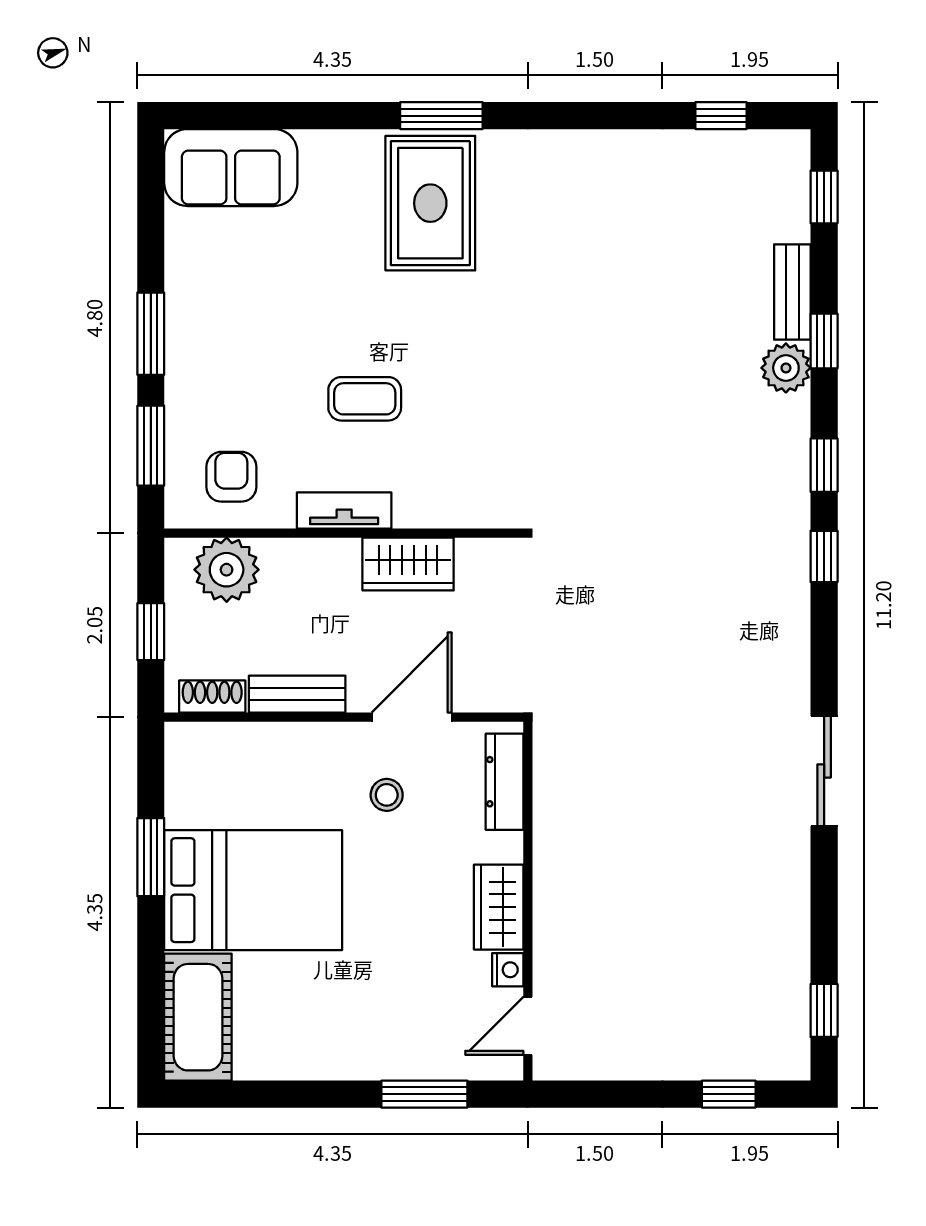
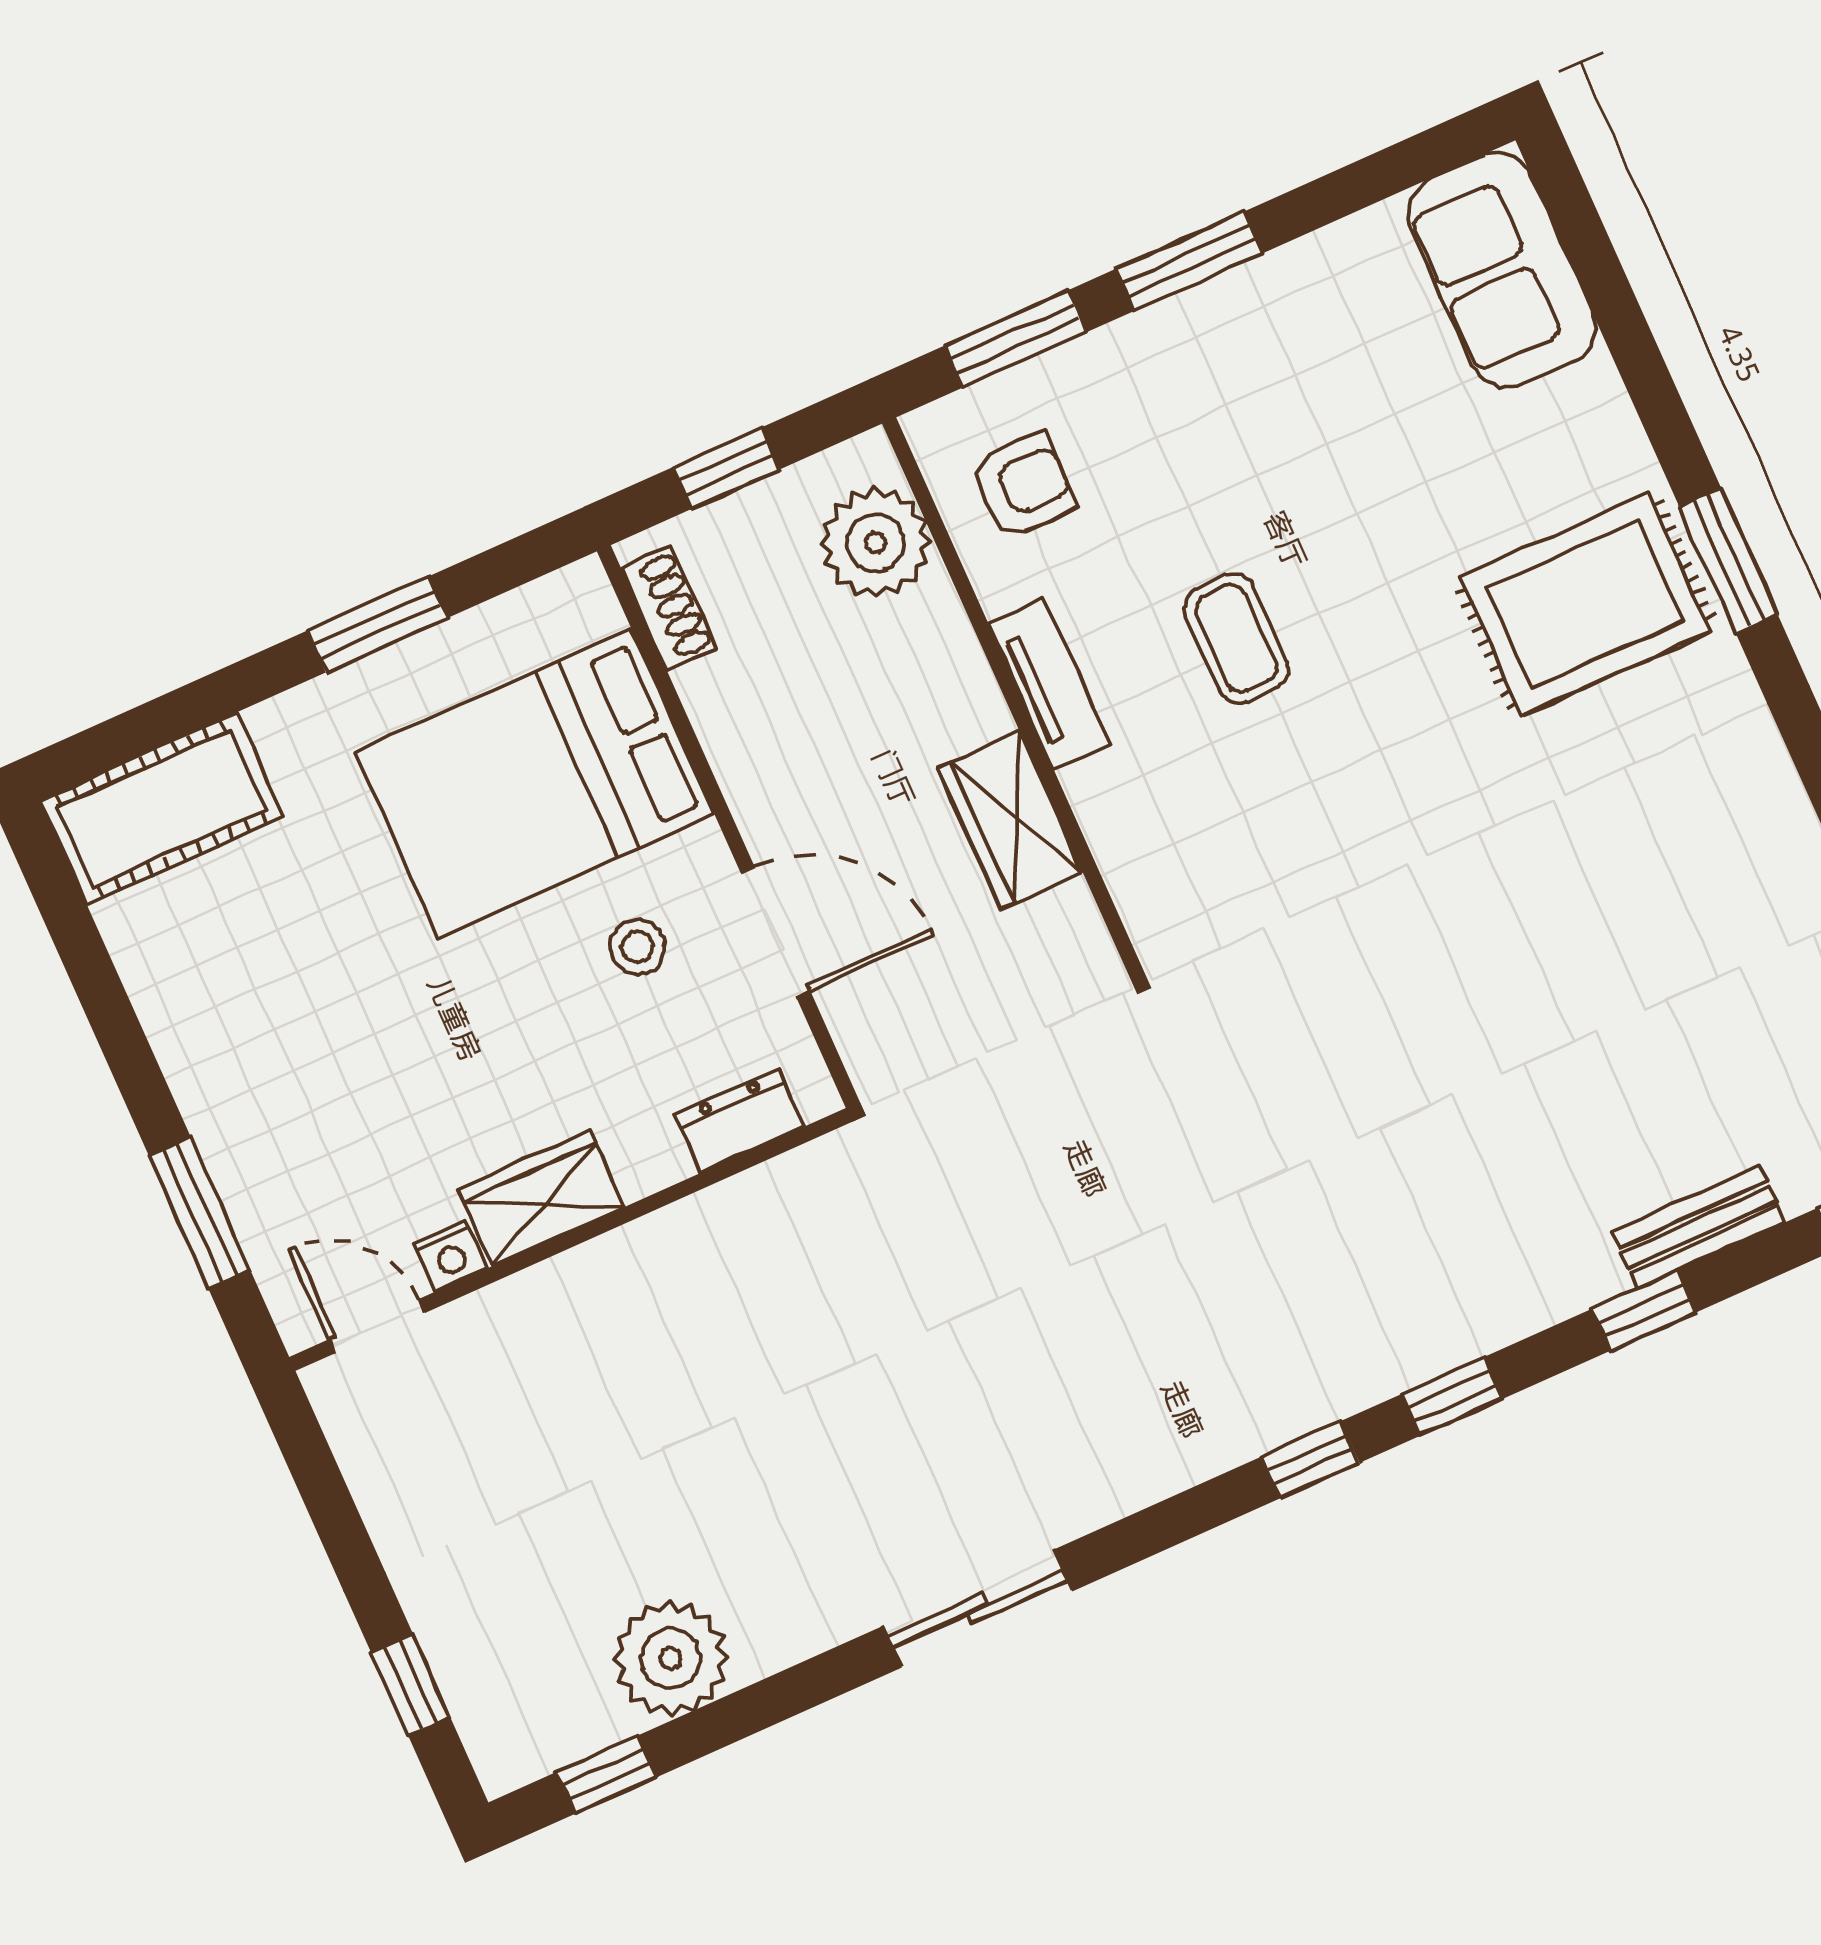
plant: (786, 368) -> (671, 1658), moved, width x1.36, depth x1.36
bench: (297, 694) -> (731, 738), removed
dresser: (504, 782) -> (739, 1121), width x0.70
bed: (253, 890) -> (535, 783), moved, turned 90

